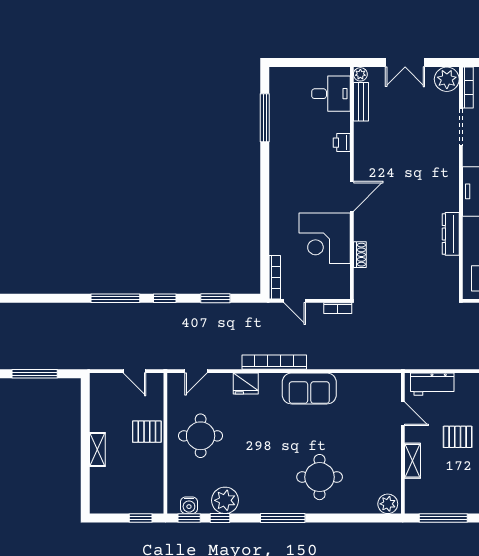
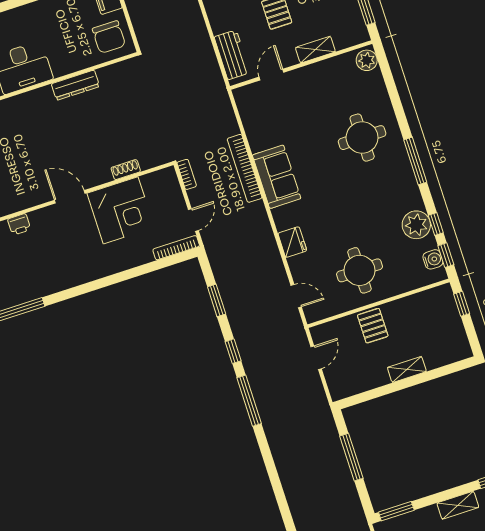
bookcase: (274, 362) -> (245, 168), moved

